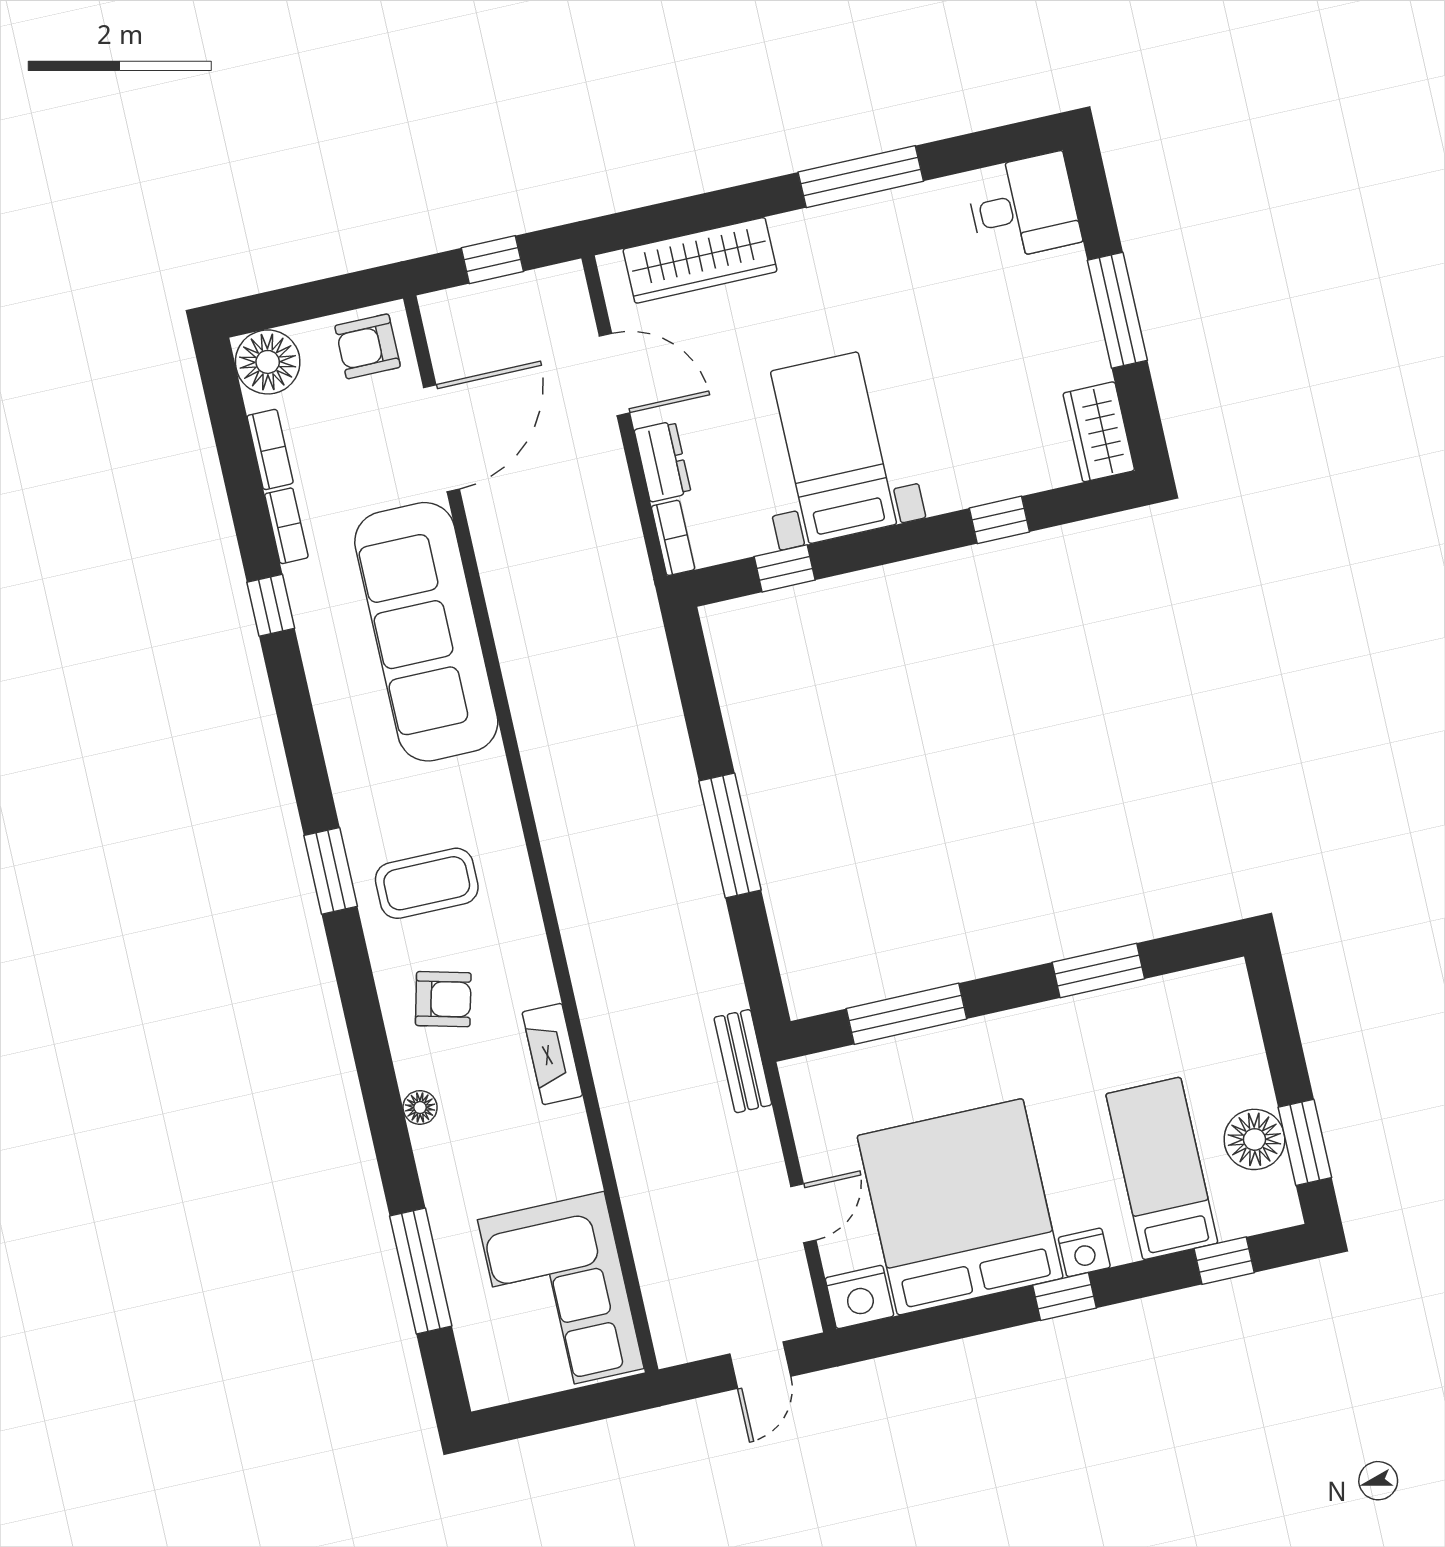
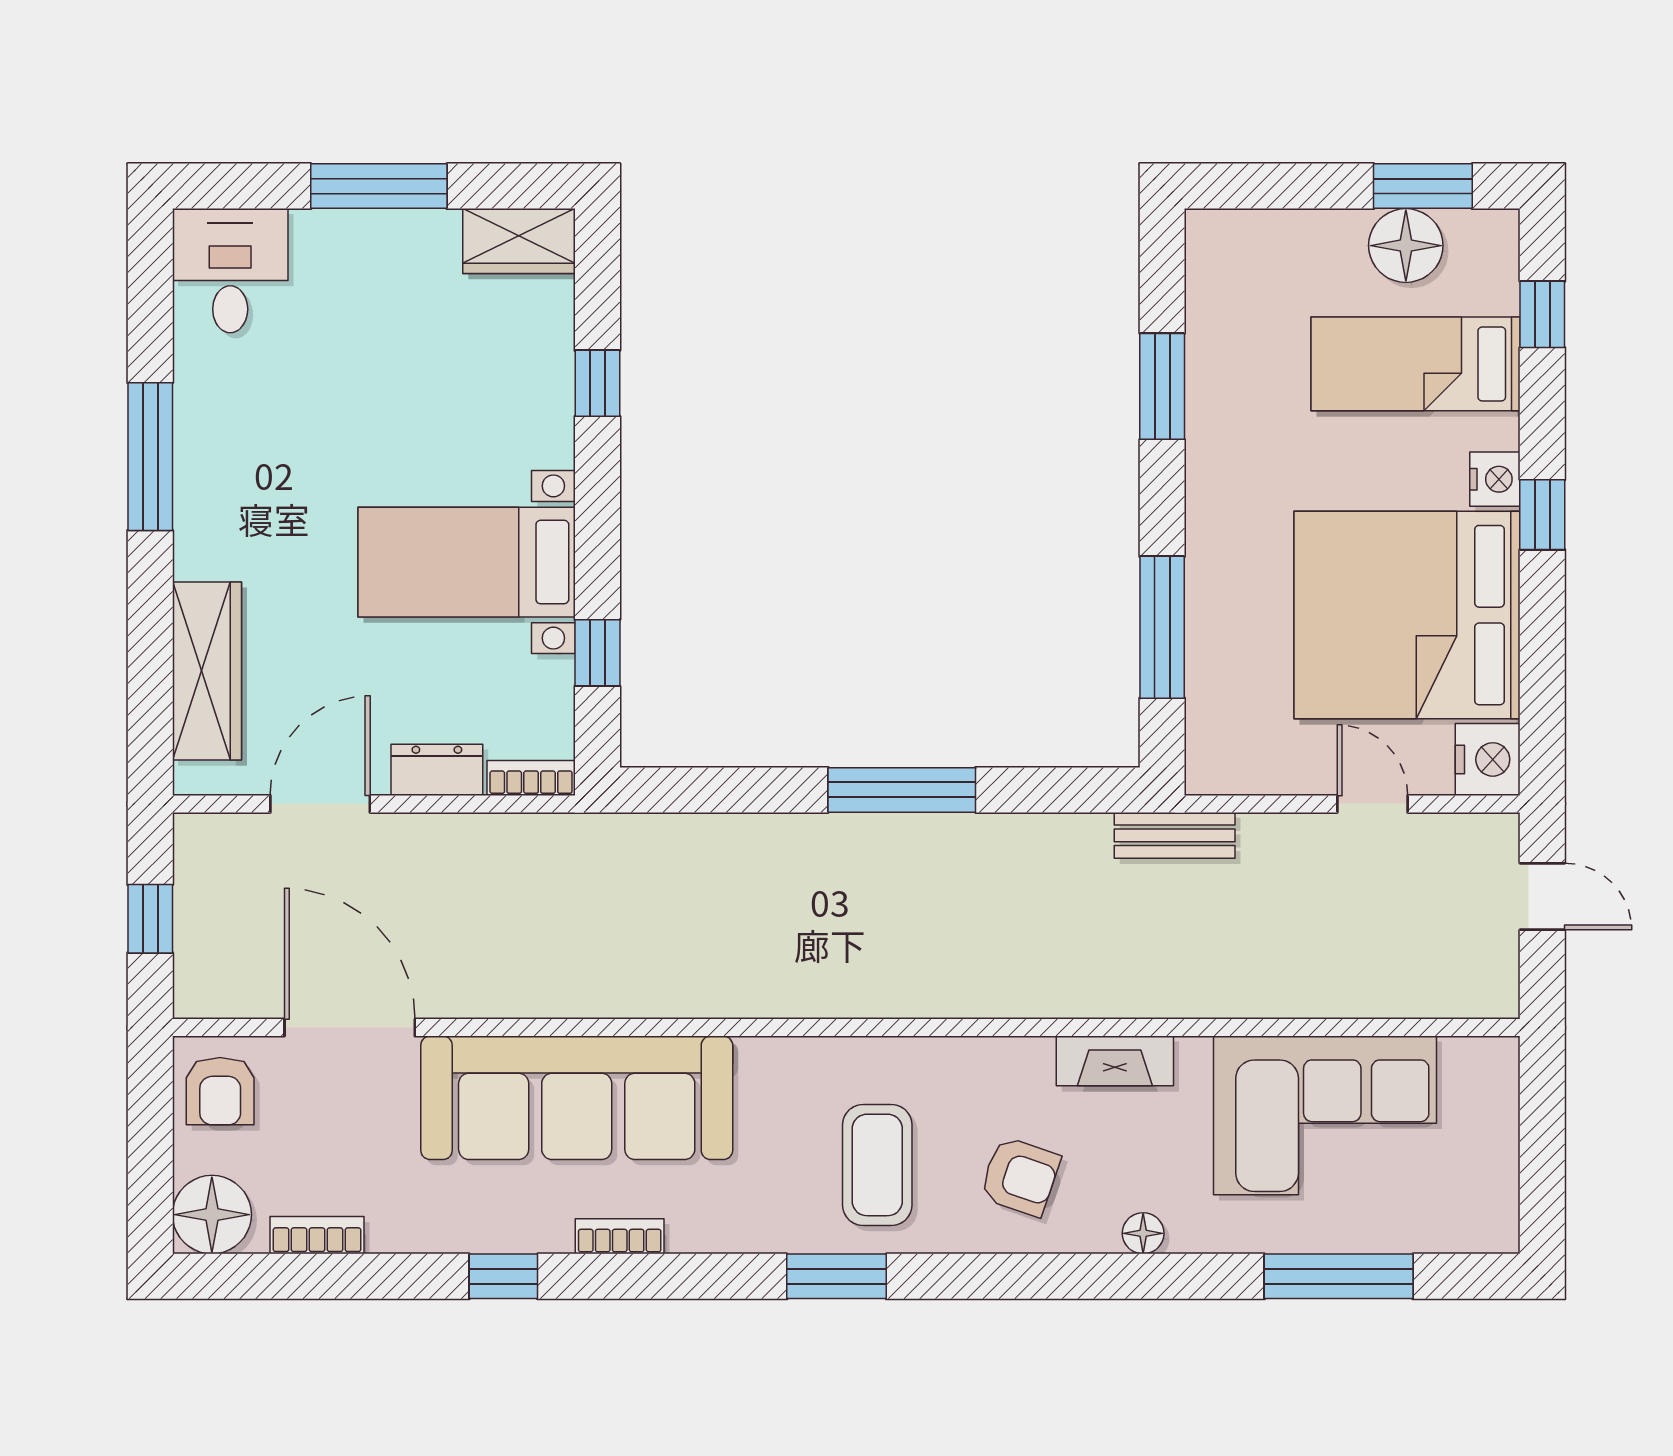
bookcase: (286, 526) -> (620, 1236), moved
armchair: (443, 999) -> (1020, 1176), turned 95
corner sofa: (561, 1294) -> (1325, 1115), moved

